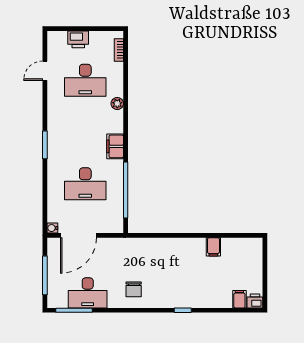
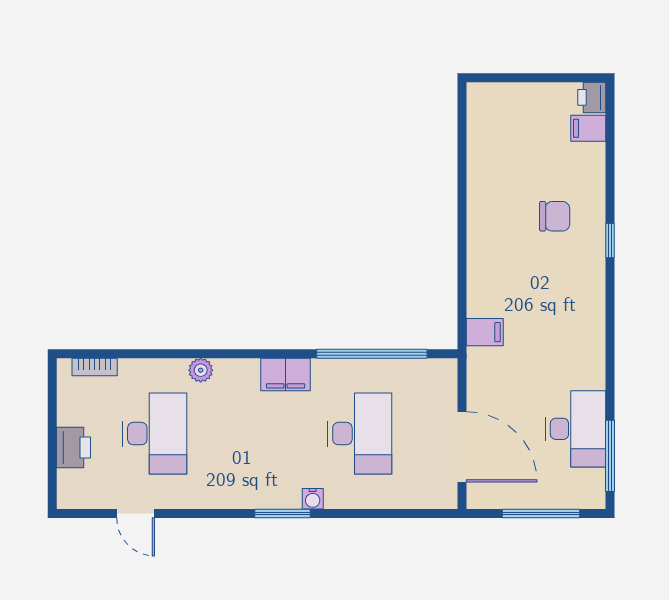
water cooler: (52, 228) -> (313, 499), moved
filing cabinet: (213, 247) -> (485, 332), moved
chair: (134, 289) -> (555, 216), moved

